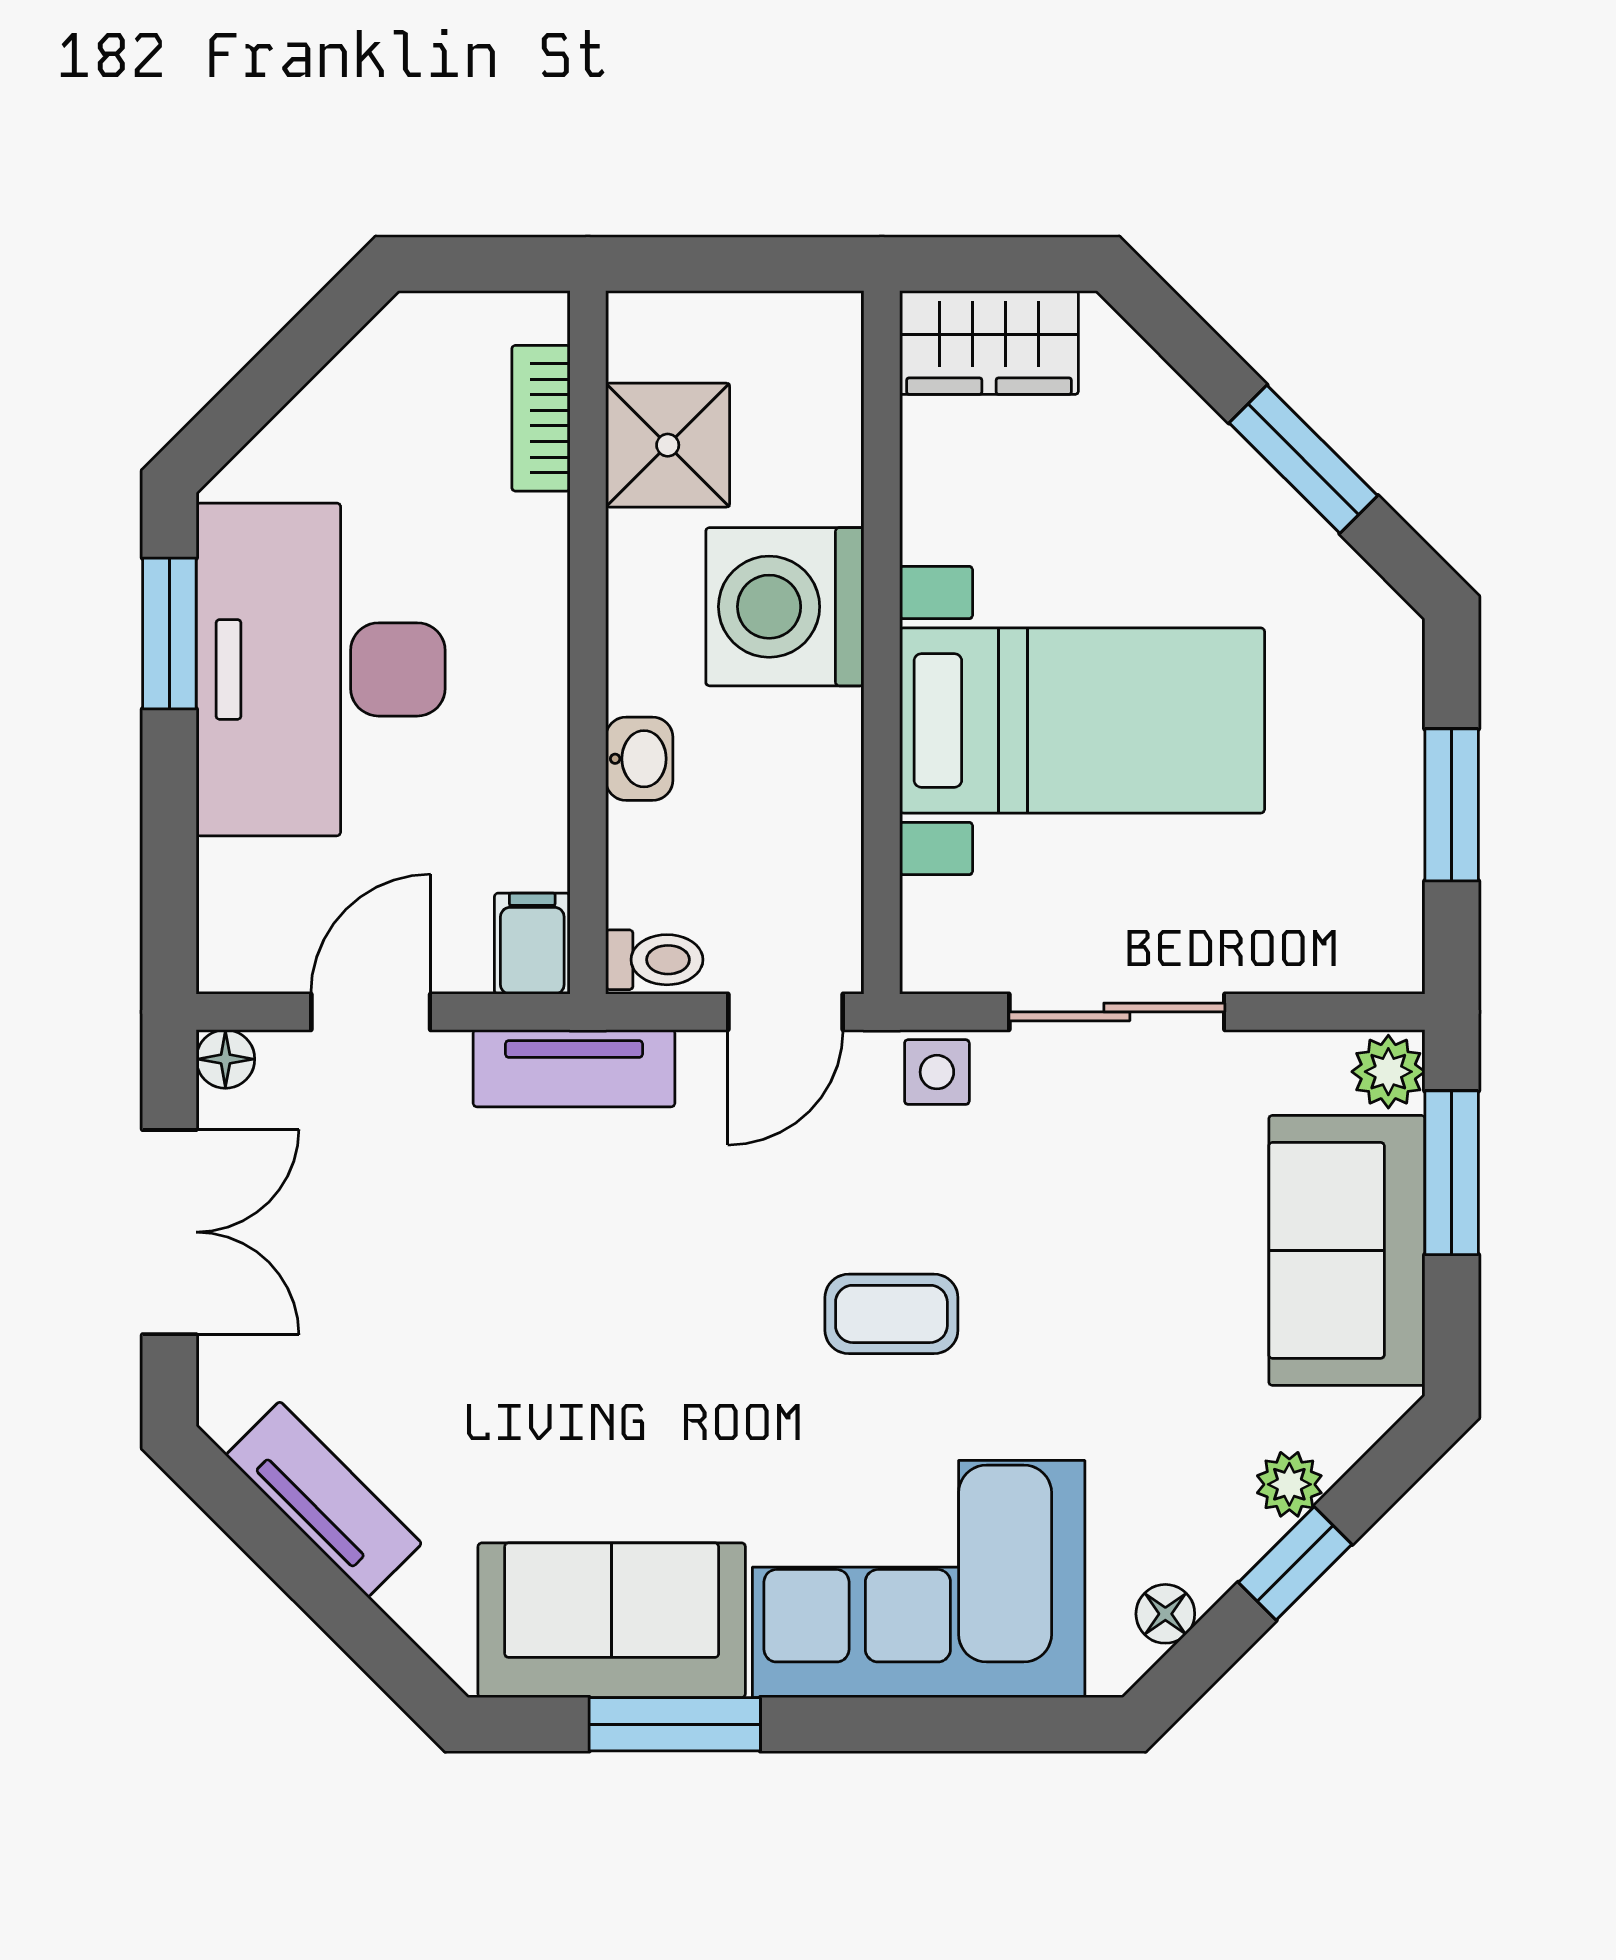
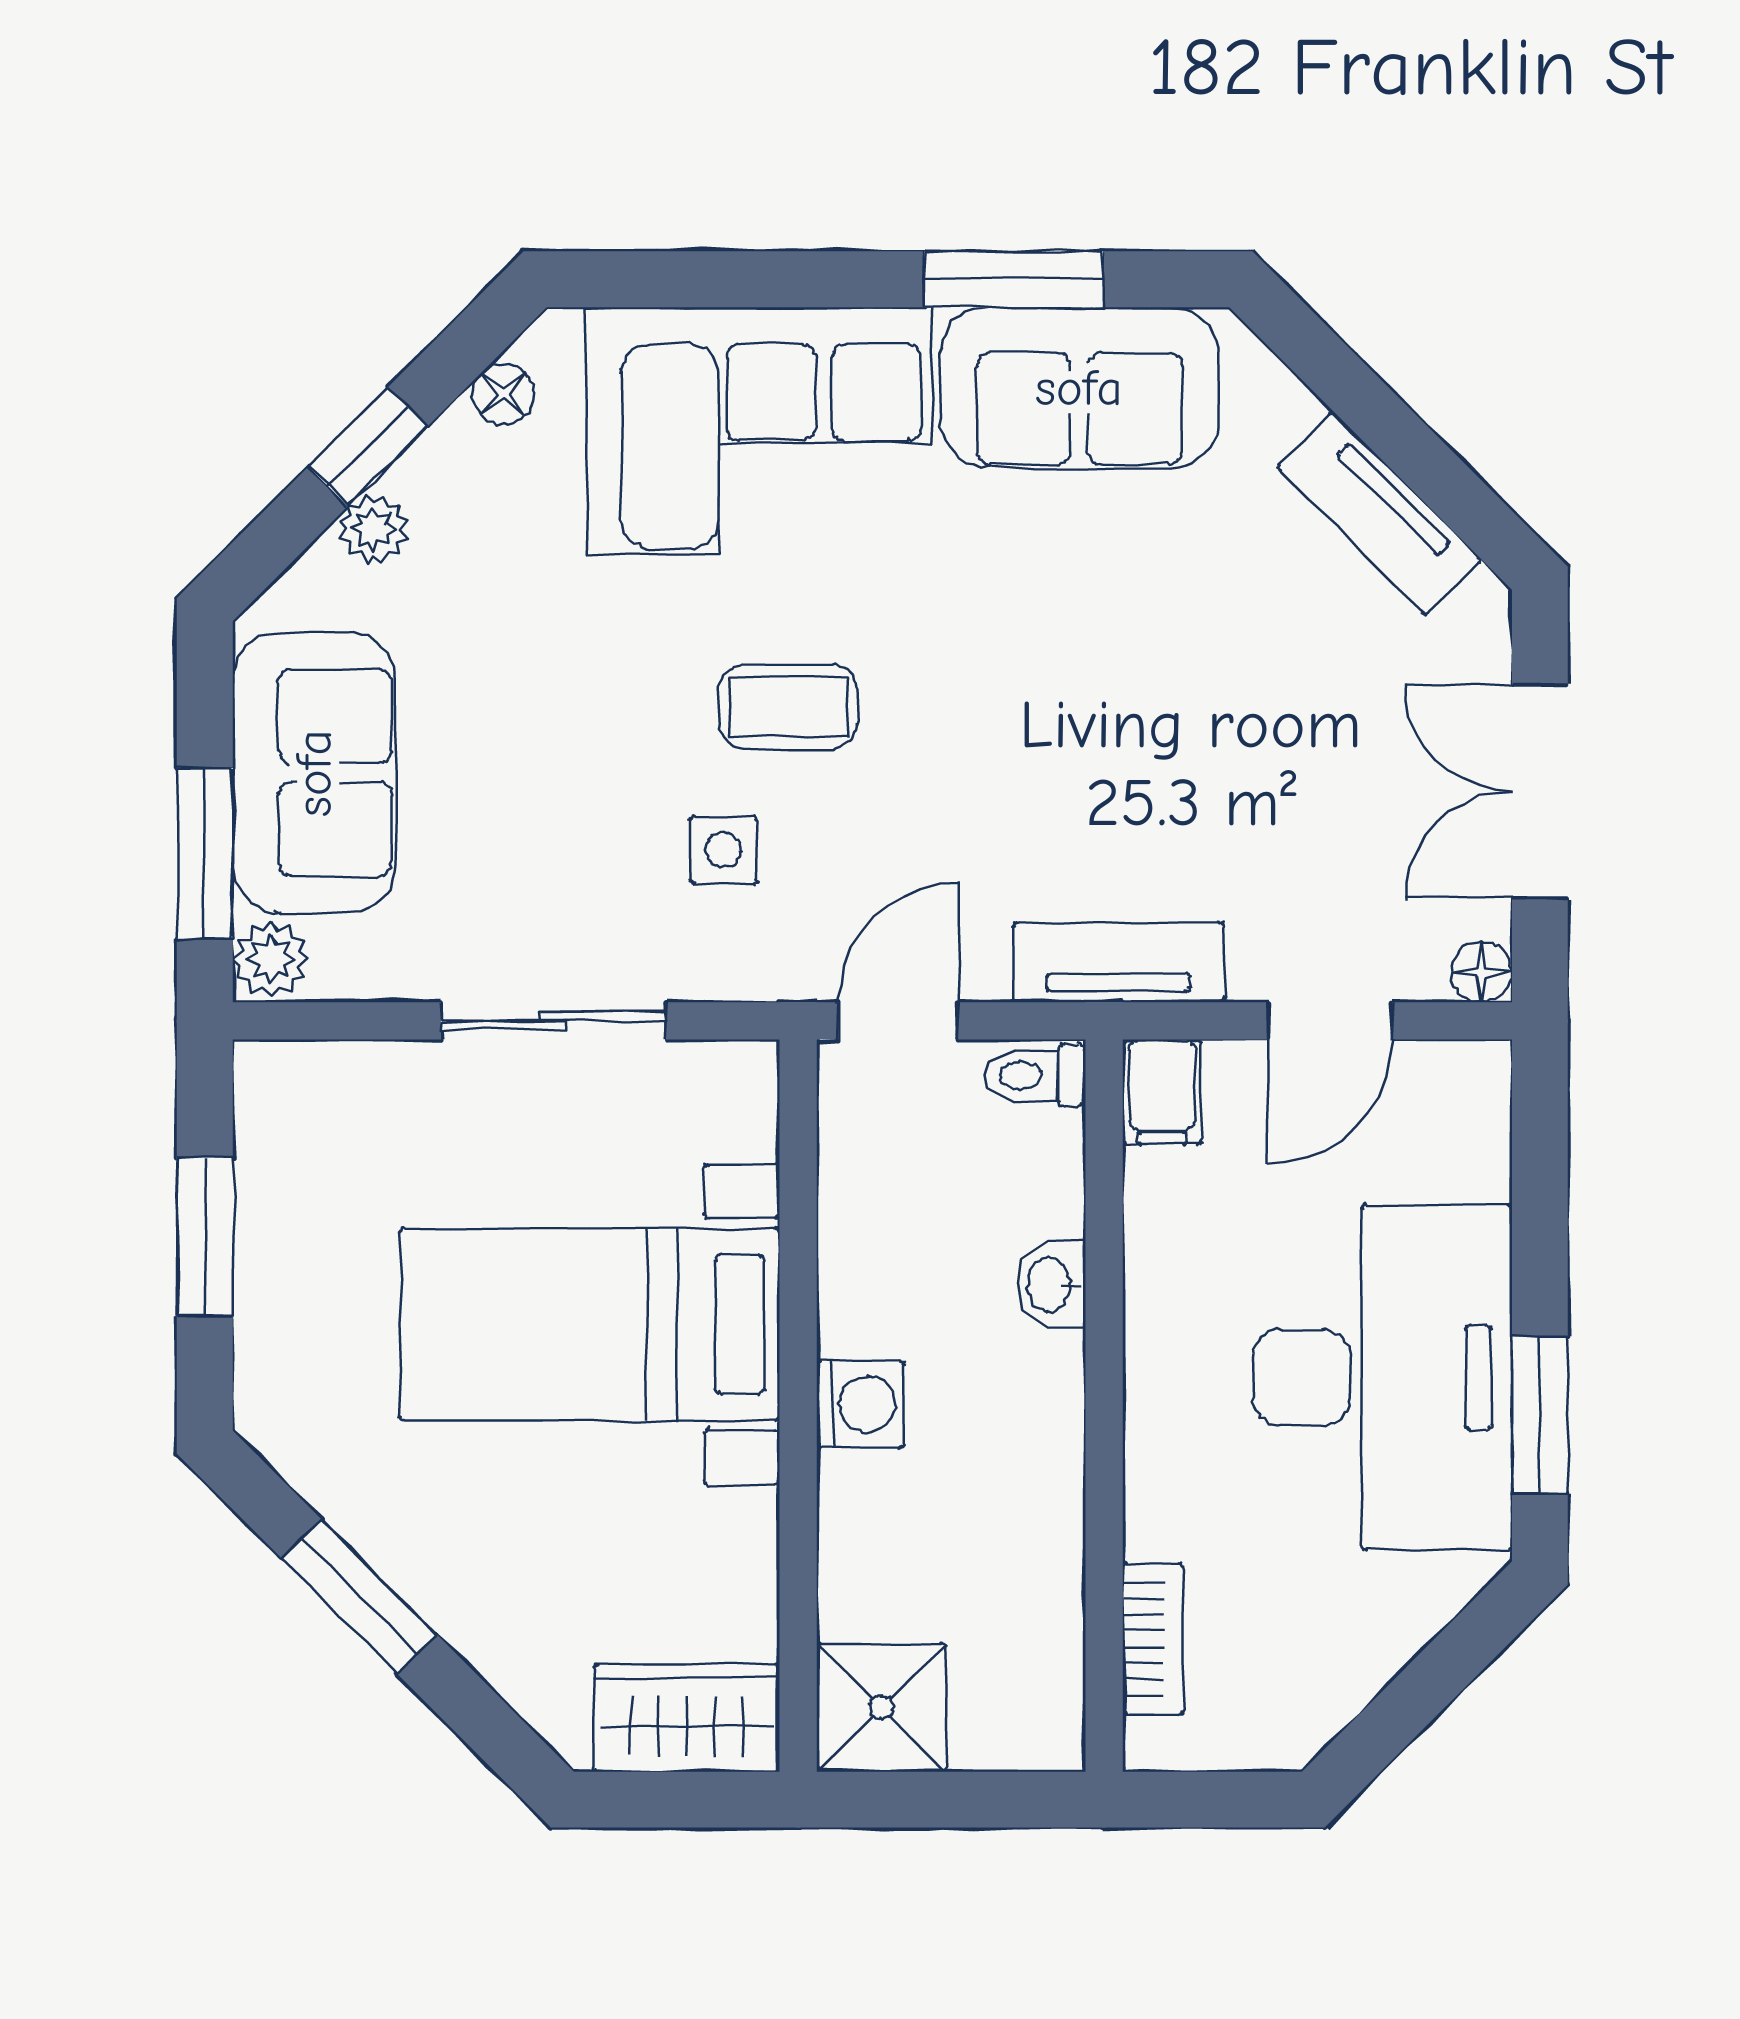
shower: (668, 445) -> (881, 1707), moved
washing machine: (785, 607) -> (860, 1404), width x0.53, depth x0.53
side table: (937, 1072) -> (724, 850), moved

